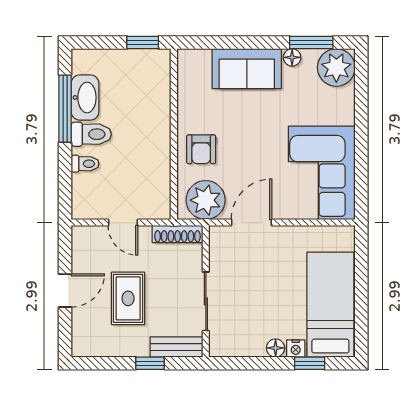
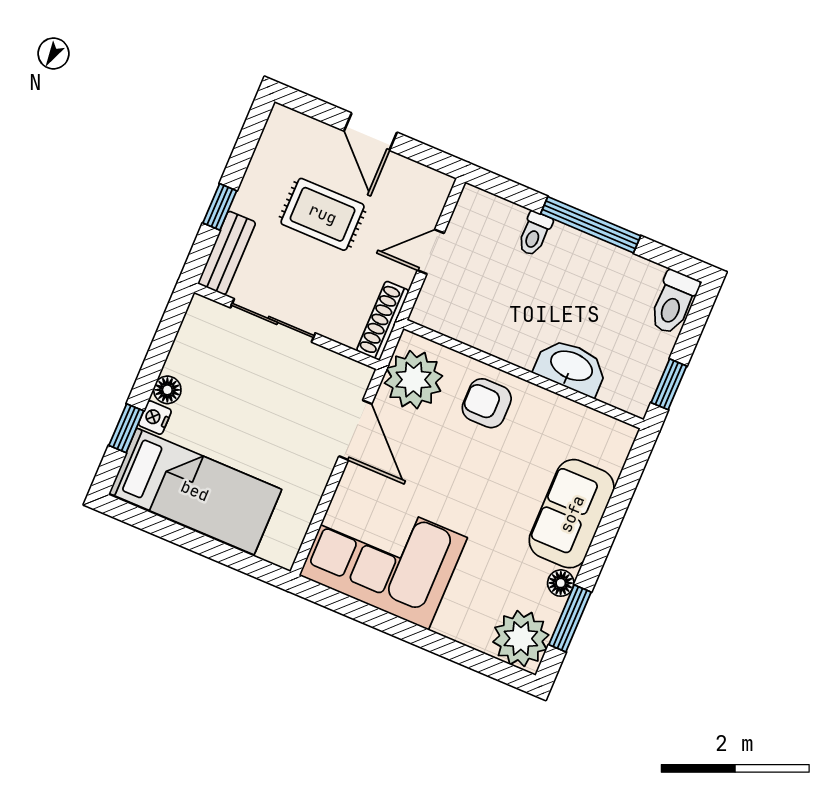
washbasin: (85, 98) -> (571, 367), moved, turned 180
window: (65, 109) -> (591, 225), moved
toilet: (91, 134) -> (674, 302), moved

